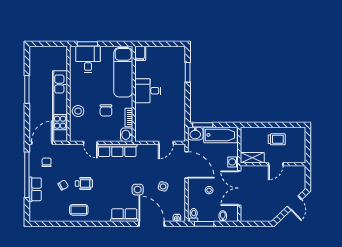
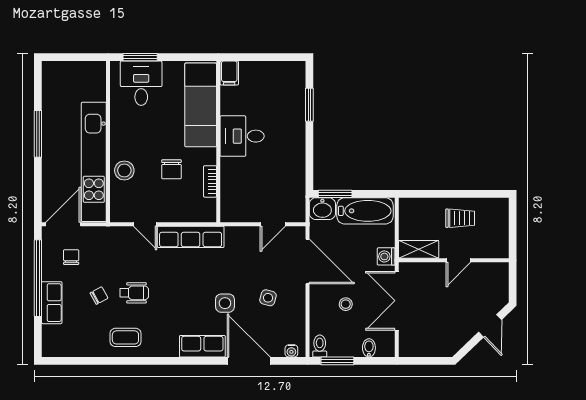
washbasin: (127, 135) -> (206, 211), removed

